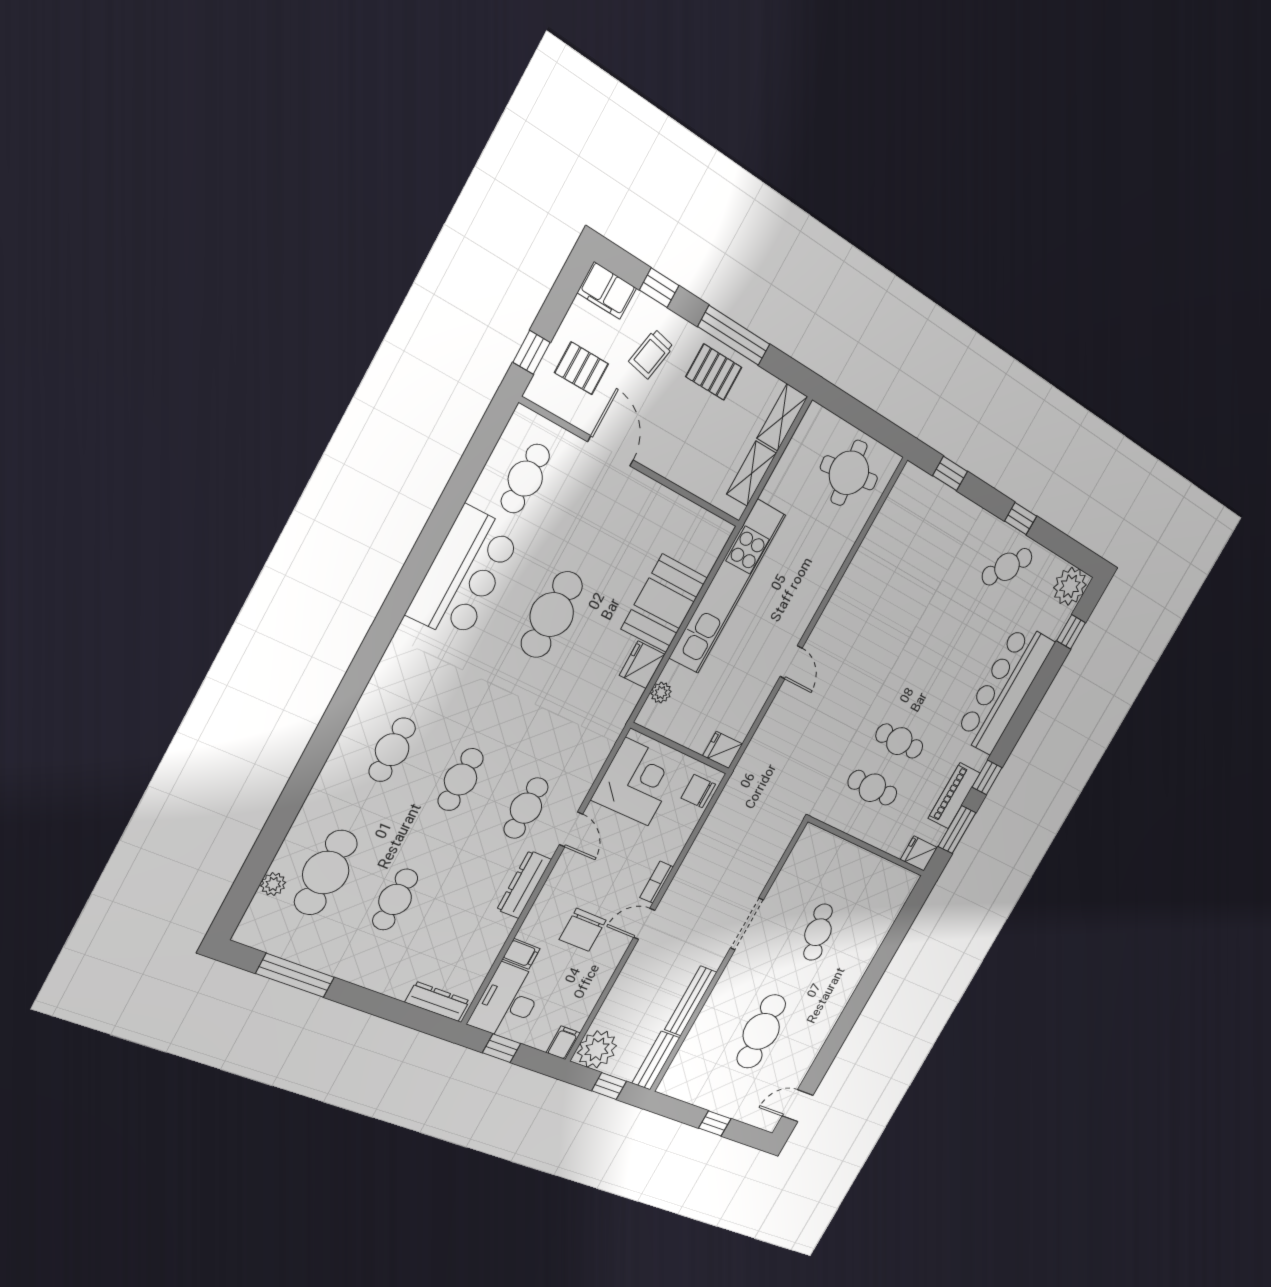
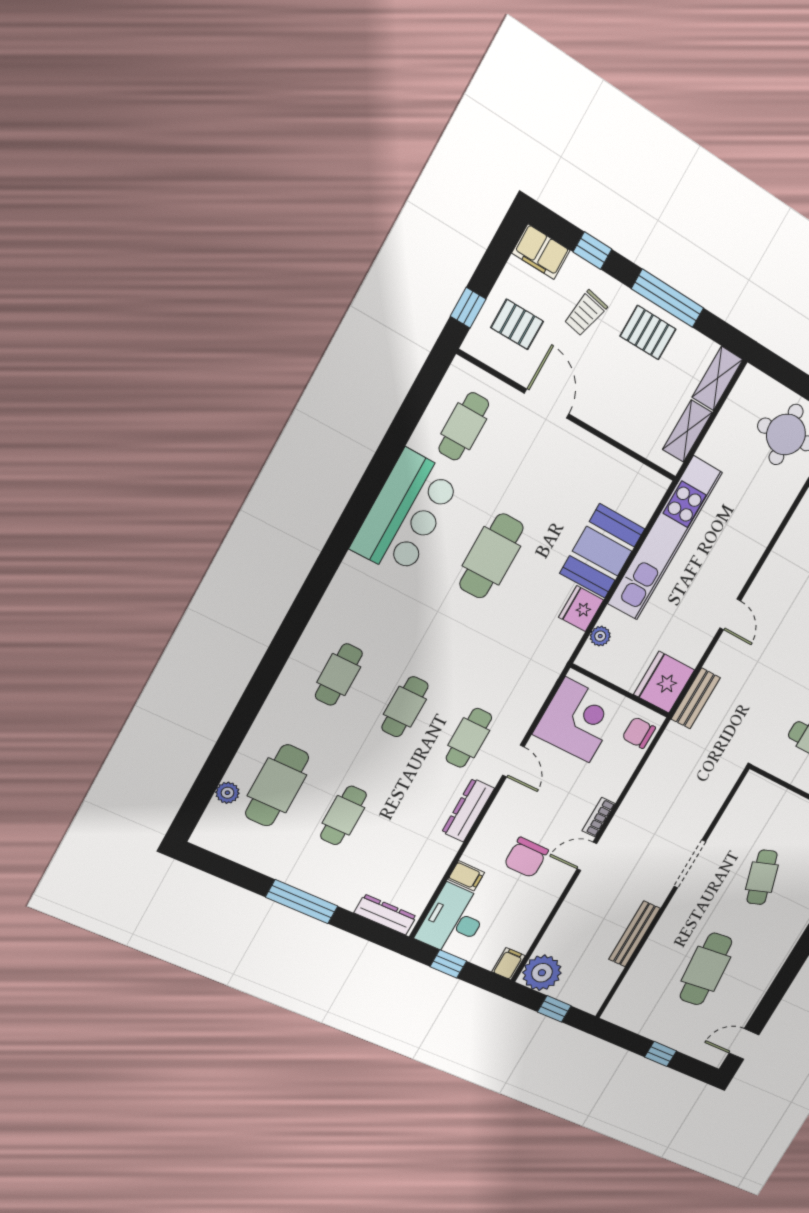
fridge: (723, 750) -> (664, 682), width x1.88, depth x1.34
window: (295, 975) -> (302, 902), moved
bench: (656, 1060) -> (696, 698), moved

